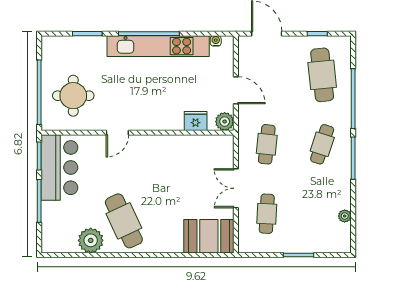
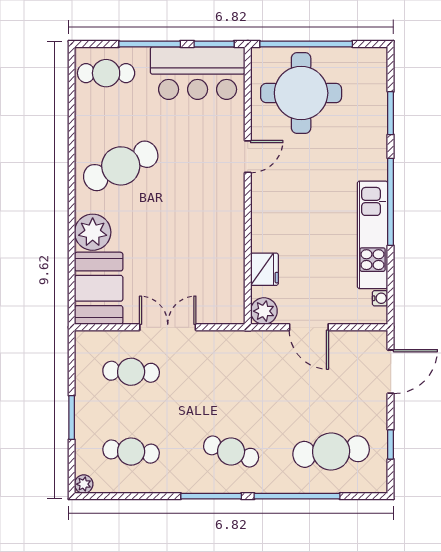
kitchen unit: (158, 46) -> (372, 235), width x0.73
door: (236, 90) -> (309, 327), hinge flipped
round table: (73, 96) -> (301, 93), width x1.36, depth x1.36
door: (117, 133) -> (248, 157), swing flipped
cafe table: (267, 144) -> (131, 452), moved
plant: (345, 216) -> (84, 484), moved
cafe table: (59, 231) -> (106, 73), added
plant: (91, 240) -> (93, 232), moved

